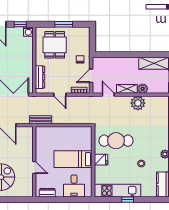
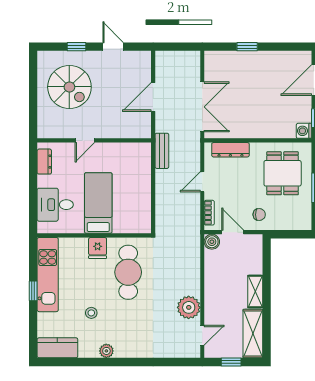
dining table: (55, 45) -> (283, 173), turned 90
shelving: (127, 89) -> (255, 292), moved
boiler: (143, 89) -> (212, 242), moved
door: (108, 95) -> (202, 335), moved

